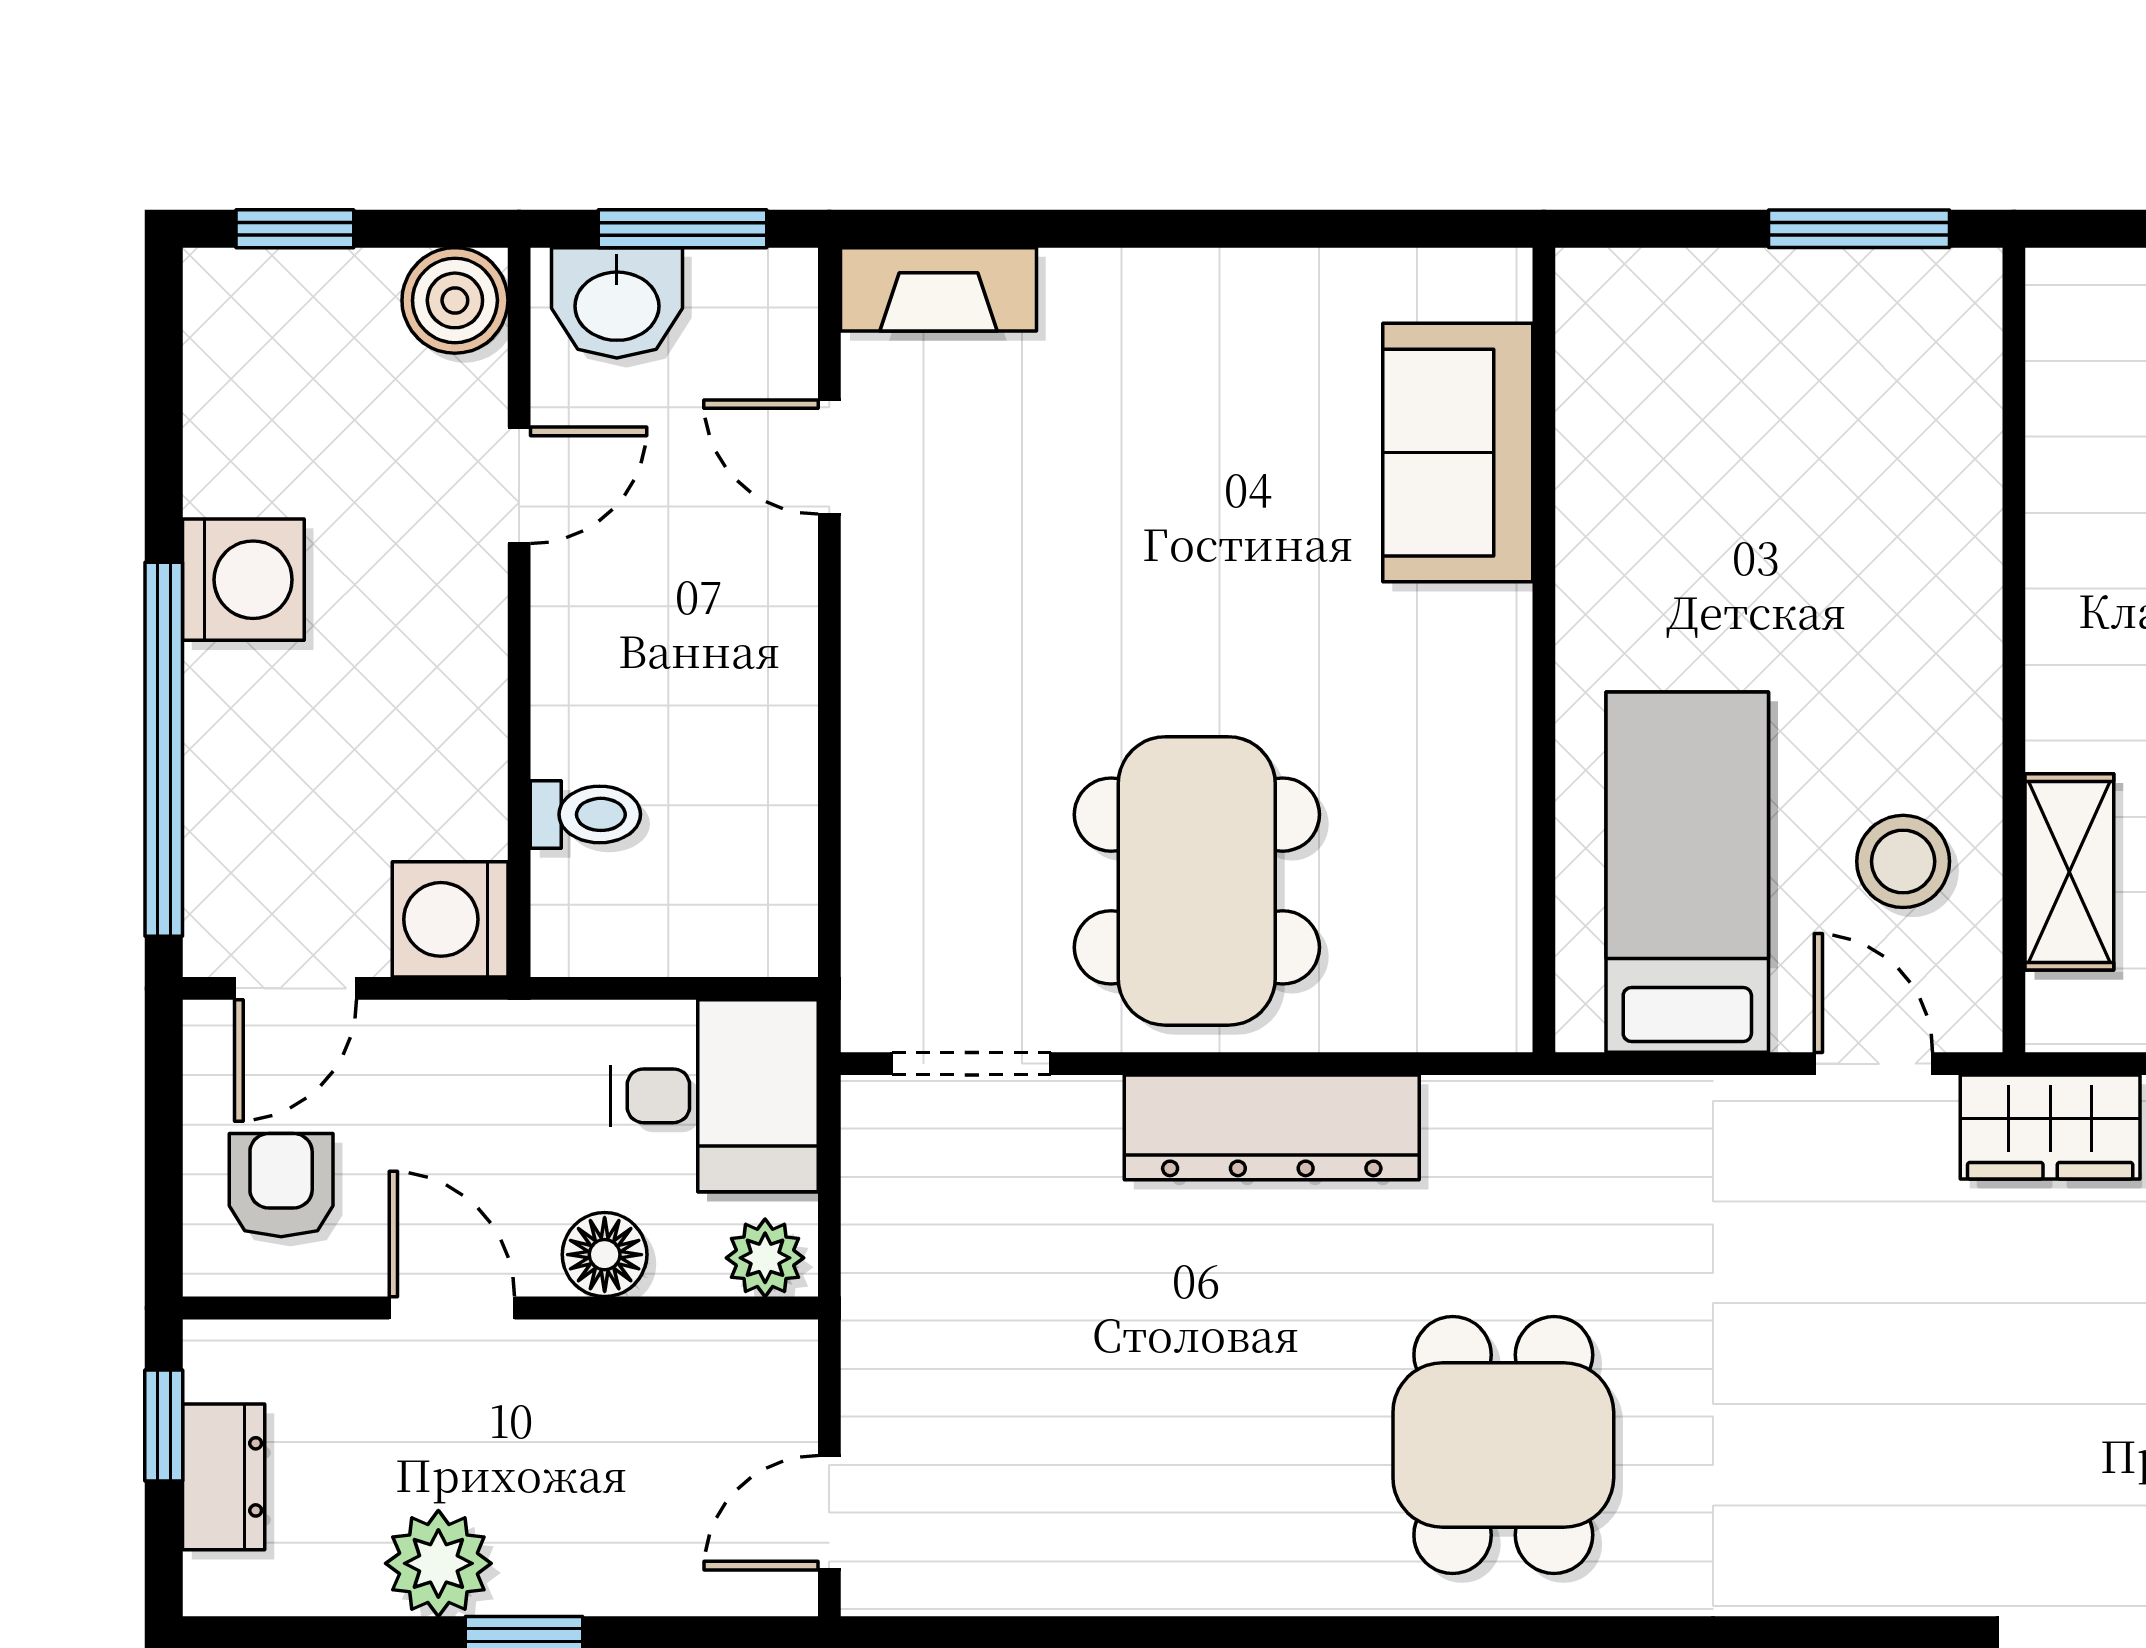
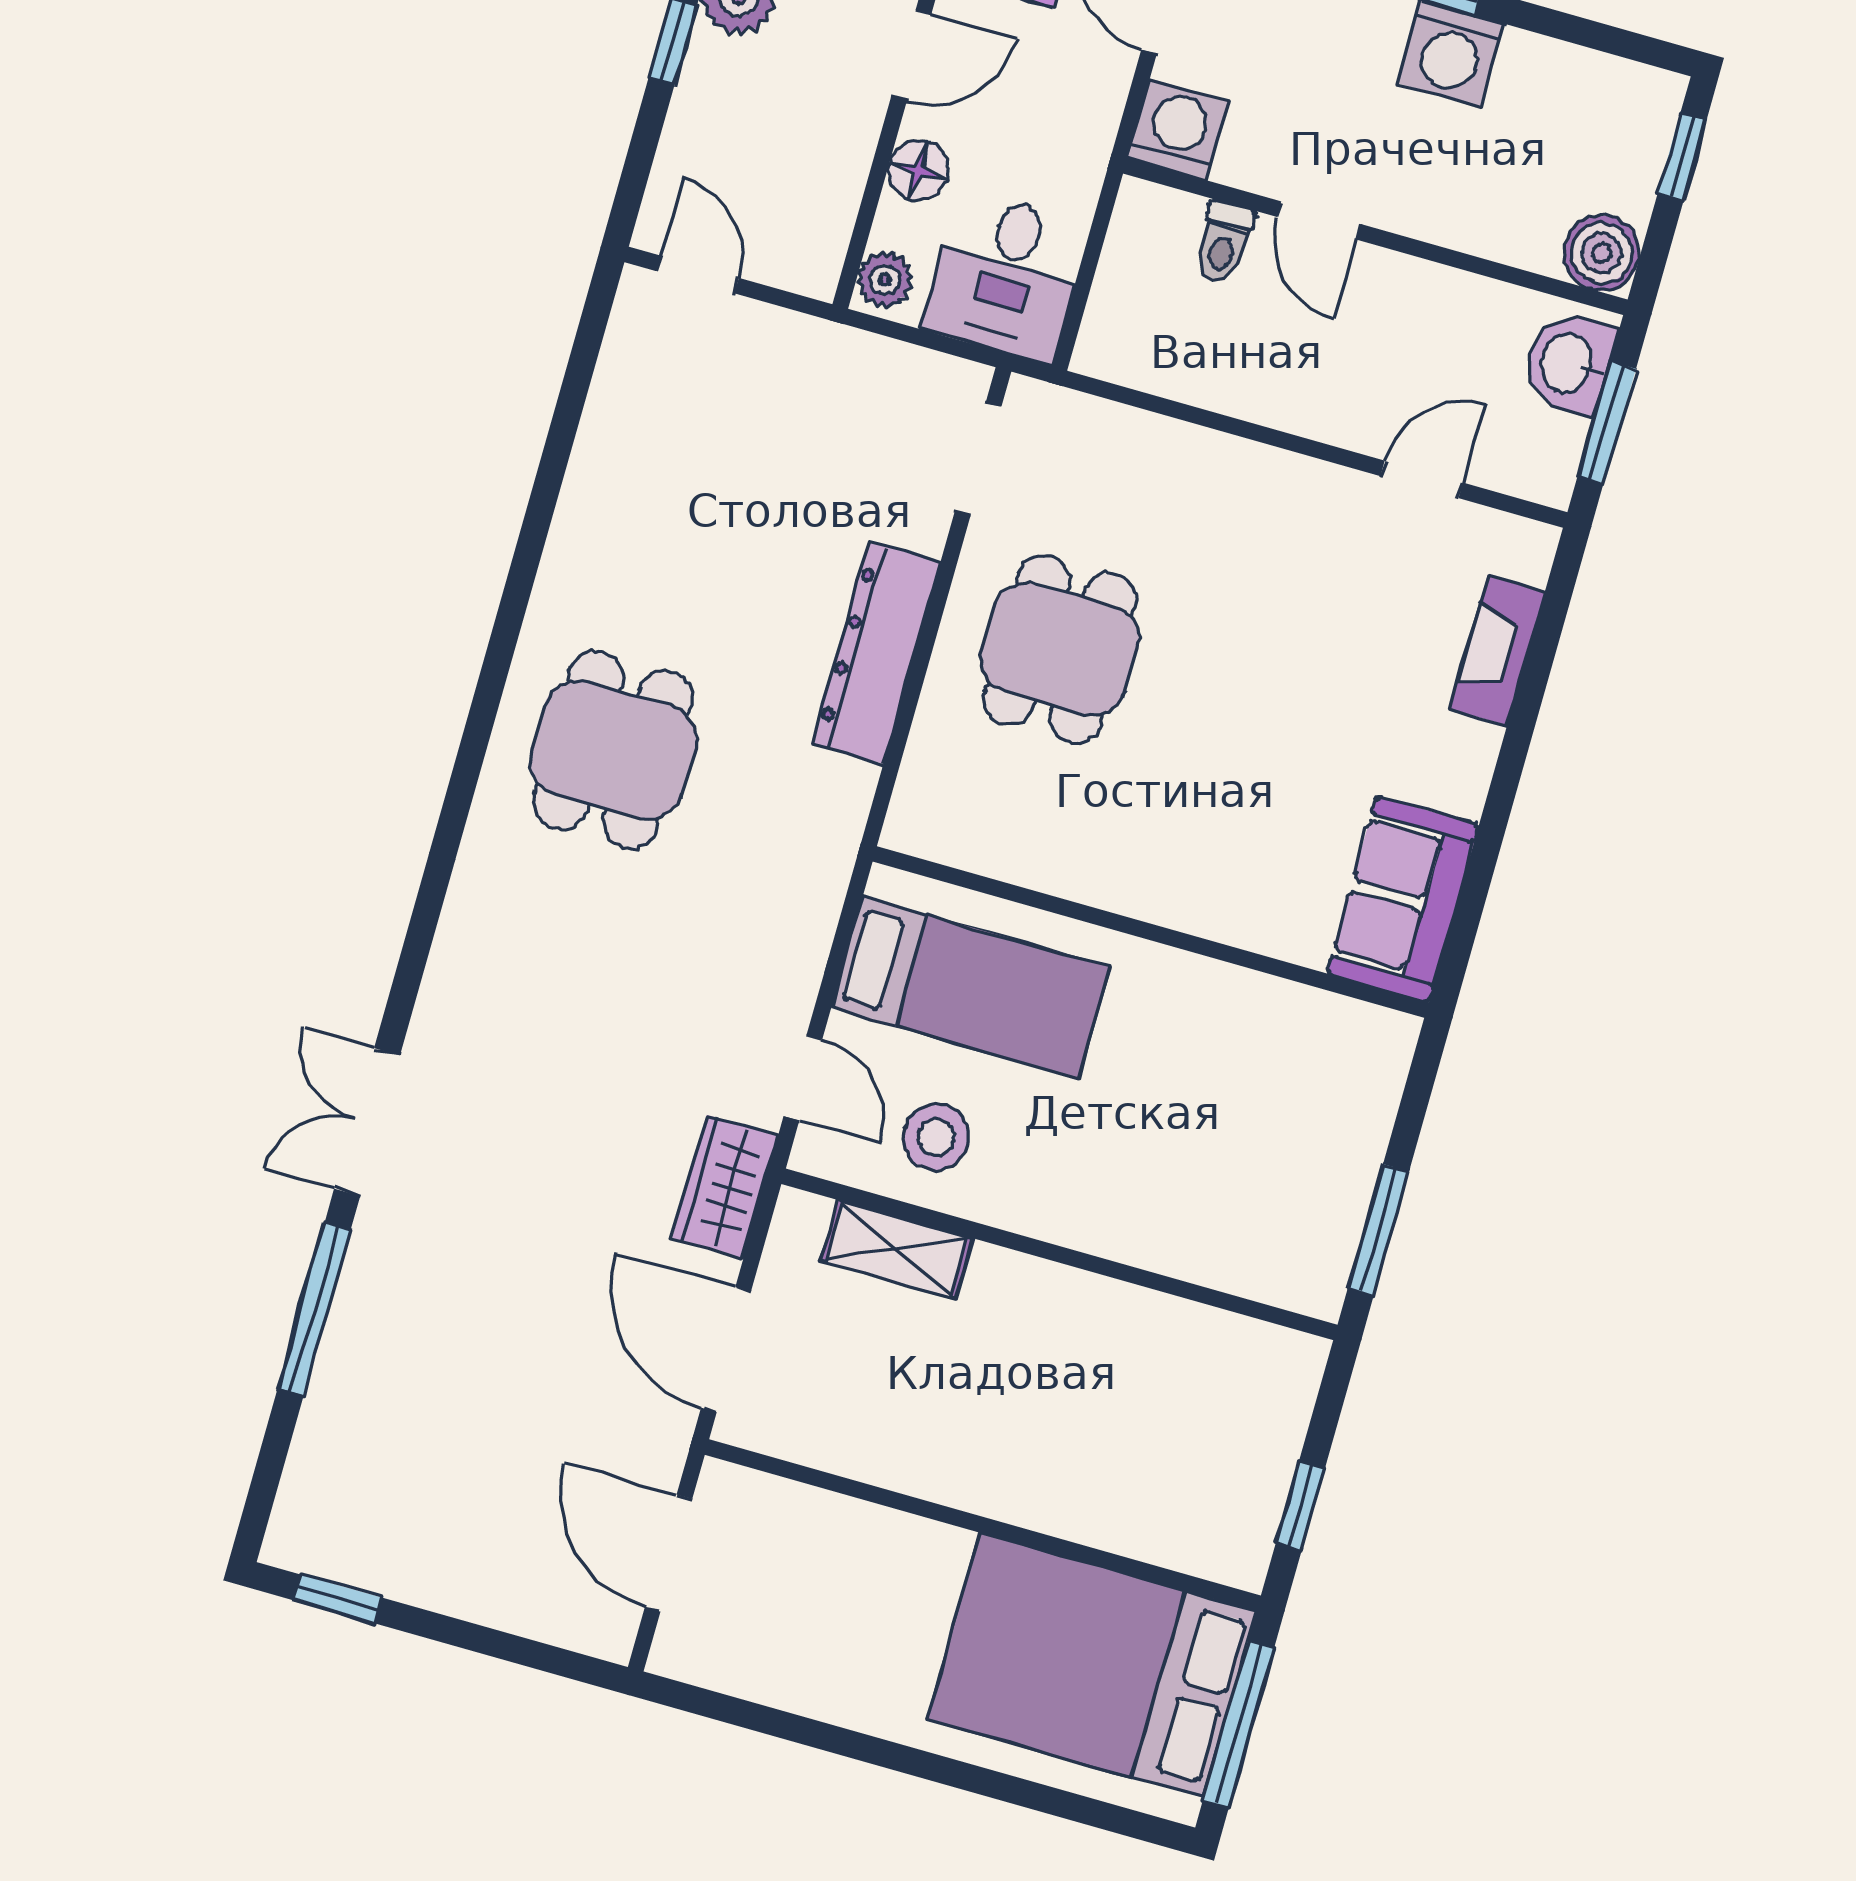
fireplace: (938, 289) -> (1498, 650), moved
sofa: (1458, 453) -> (1403, 899), moved, turned -90
door: (519, 485) -> (1319, 220), moved
dining table: (1197, 881) -> (1060, 649), width x0.73
door: (1873, 1064) -> (803, 1078), hinge flipped
dining table: (1503, 1445) -> (613, 750), turned 90

